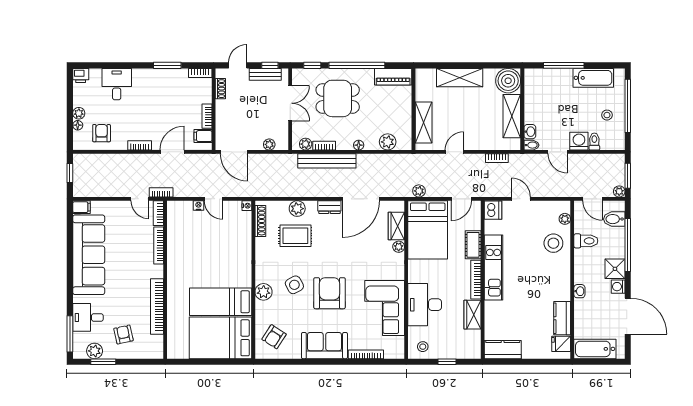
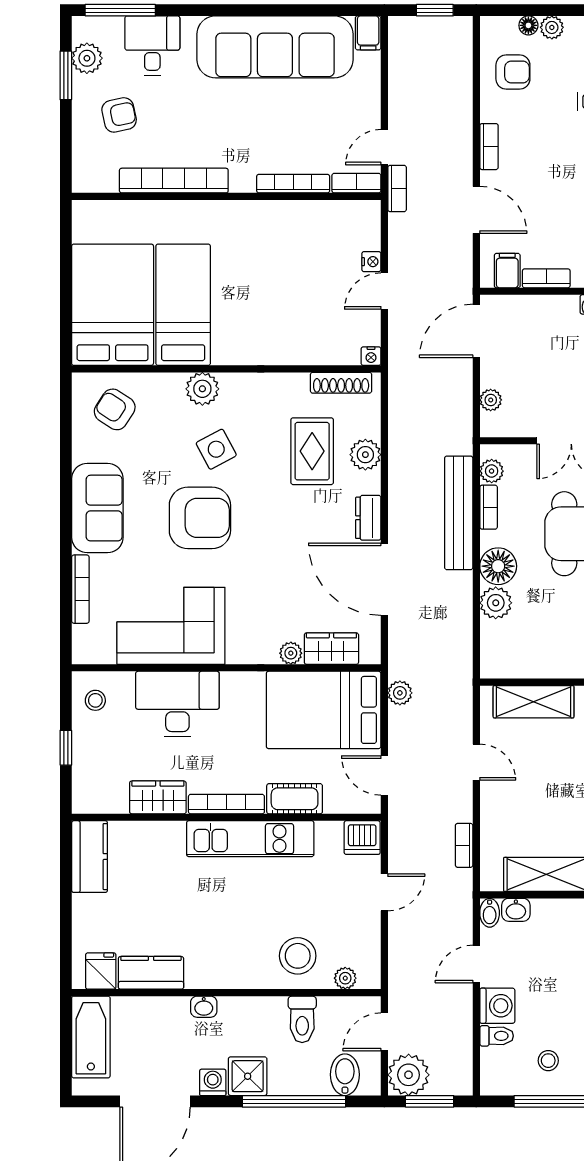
plant: (388, 142) -> (496, 603), moved
floor lamp: (359, 145) -> (498, 566), width x1.89, depth x1.89
plant: (619, 191) -> (409, 1075), width x1.88, depth x1.88

